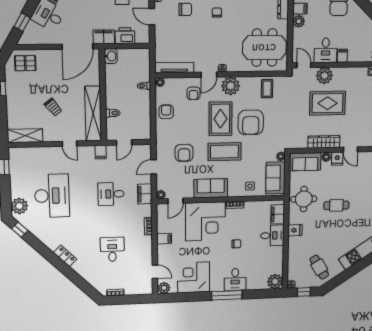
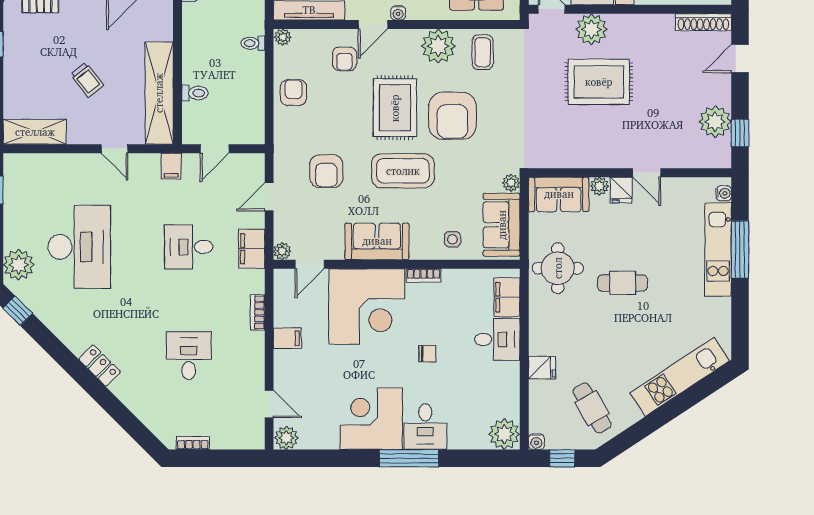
plant: (231, 86) -> (438, 46), moved
wardrobe: (324, 142) -> (594, 156), removed
fridge: (295, 230) -> (542, 368), moved
corner desk: (194, 277) -> (371, 419), moved

